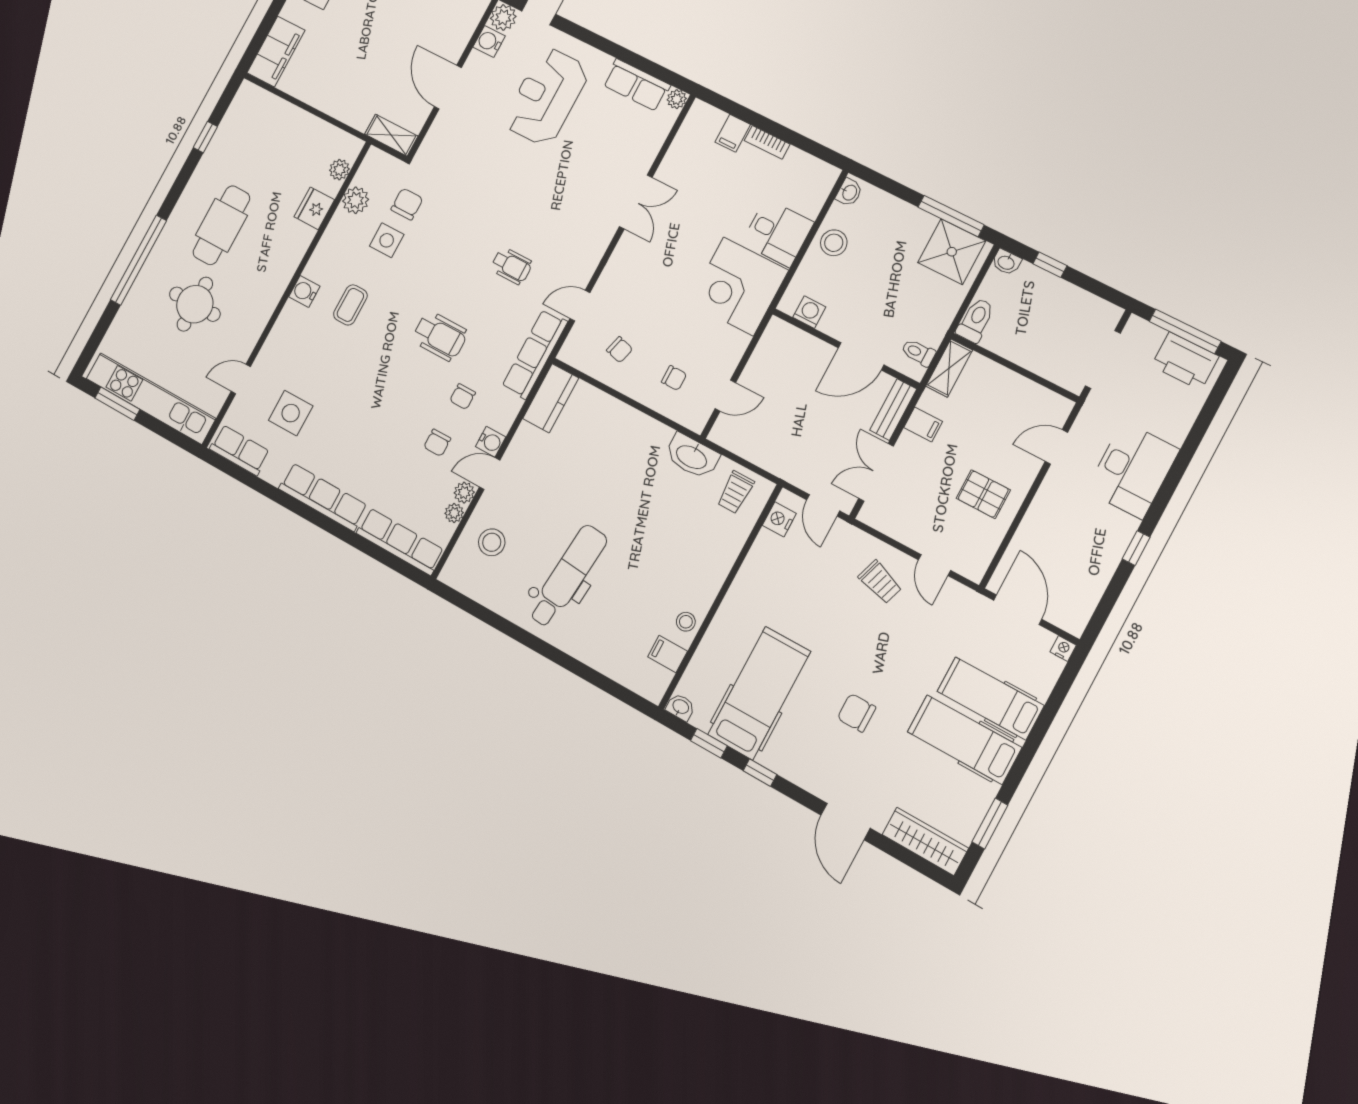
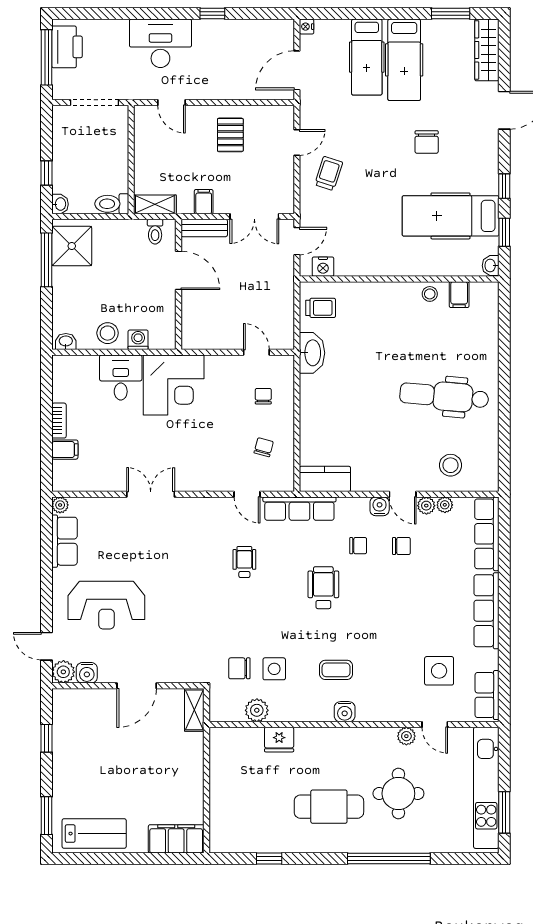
plant: (339, 170) -> (406, 736), moved
washing machine: (809, 312) -> (138, 340), moved, turned 90

